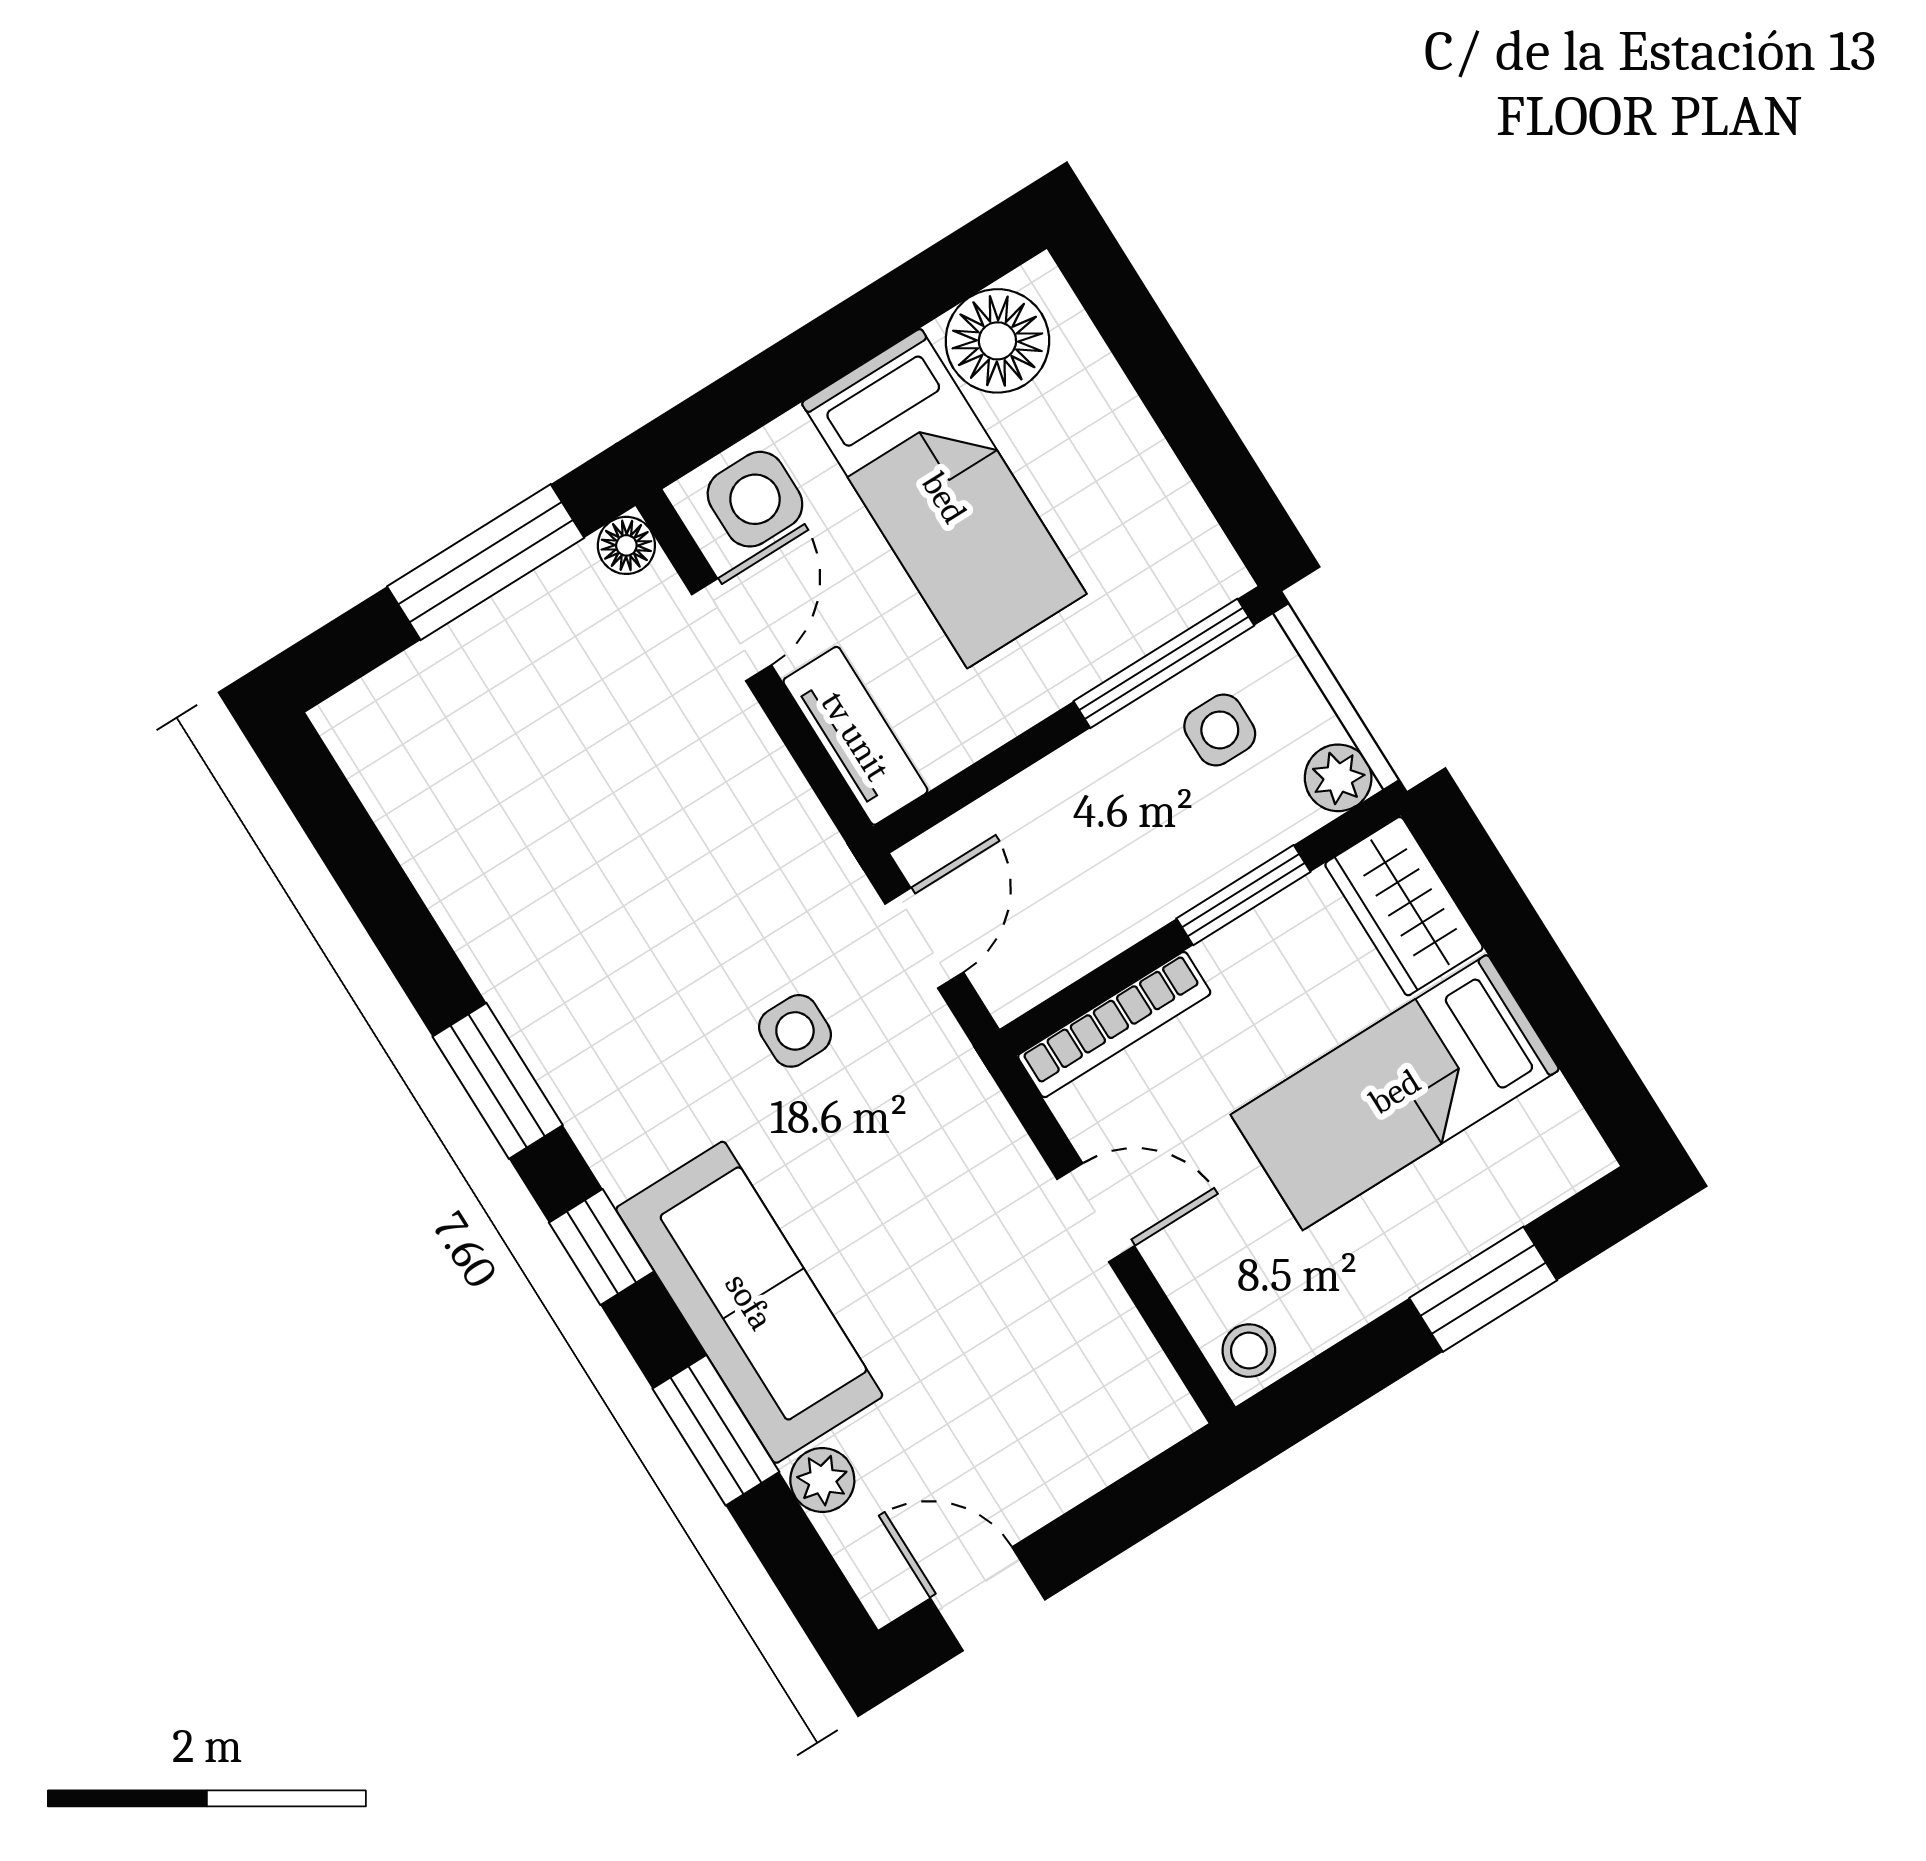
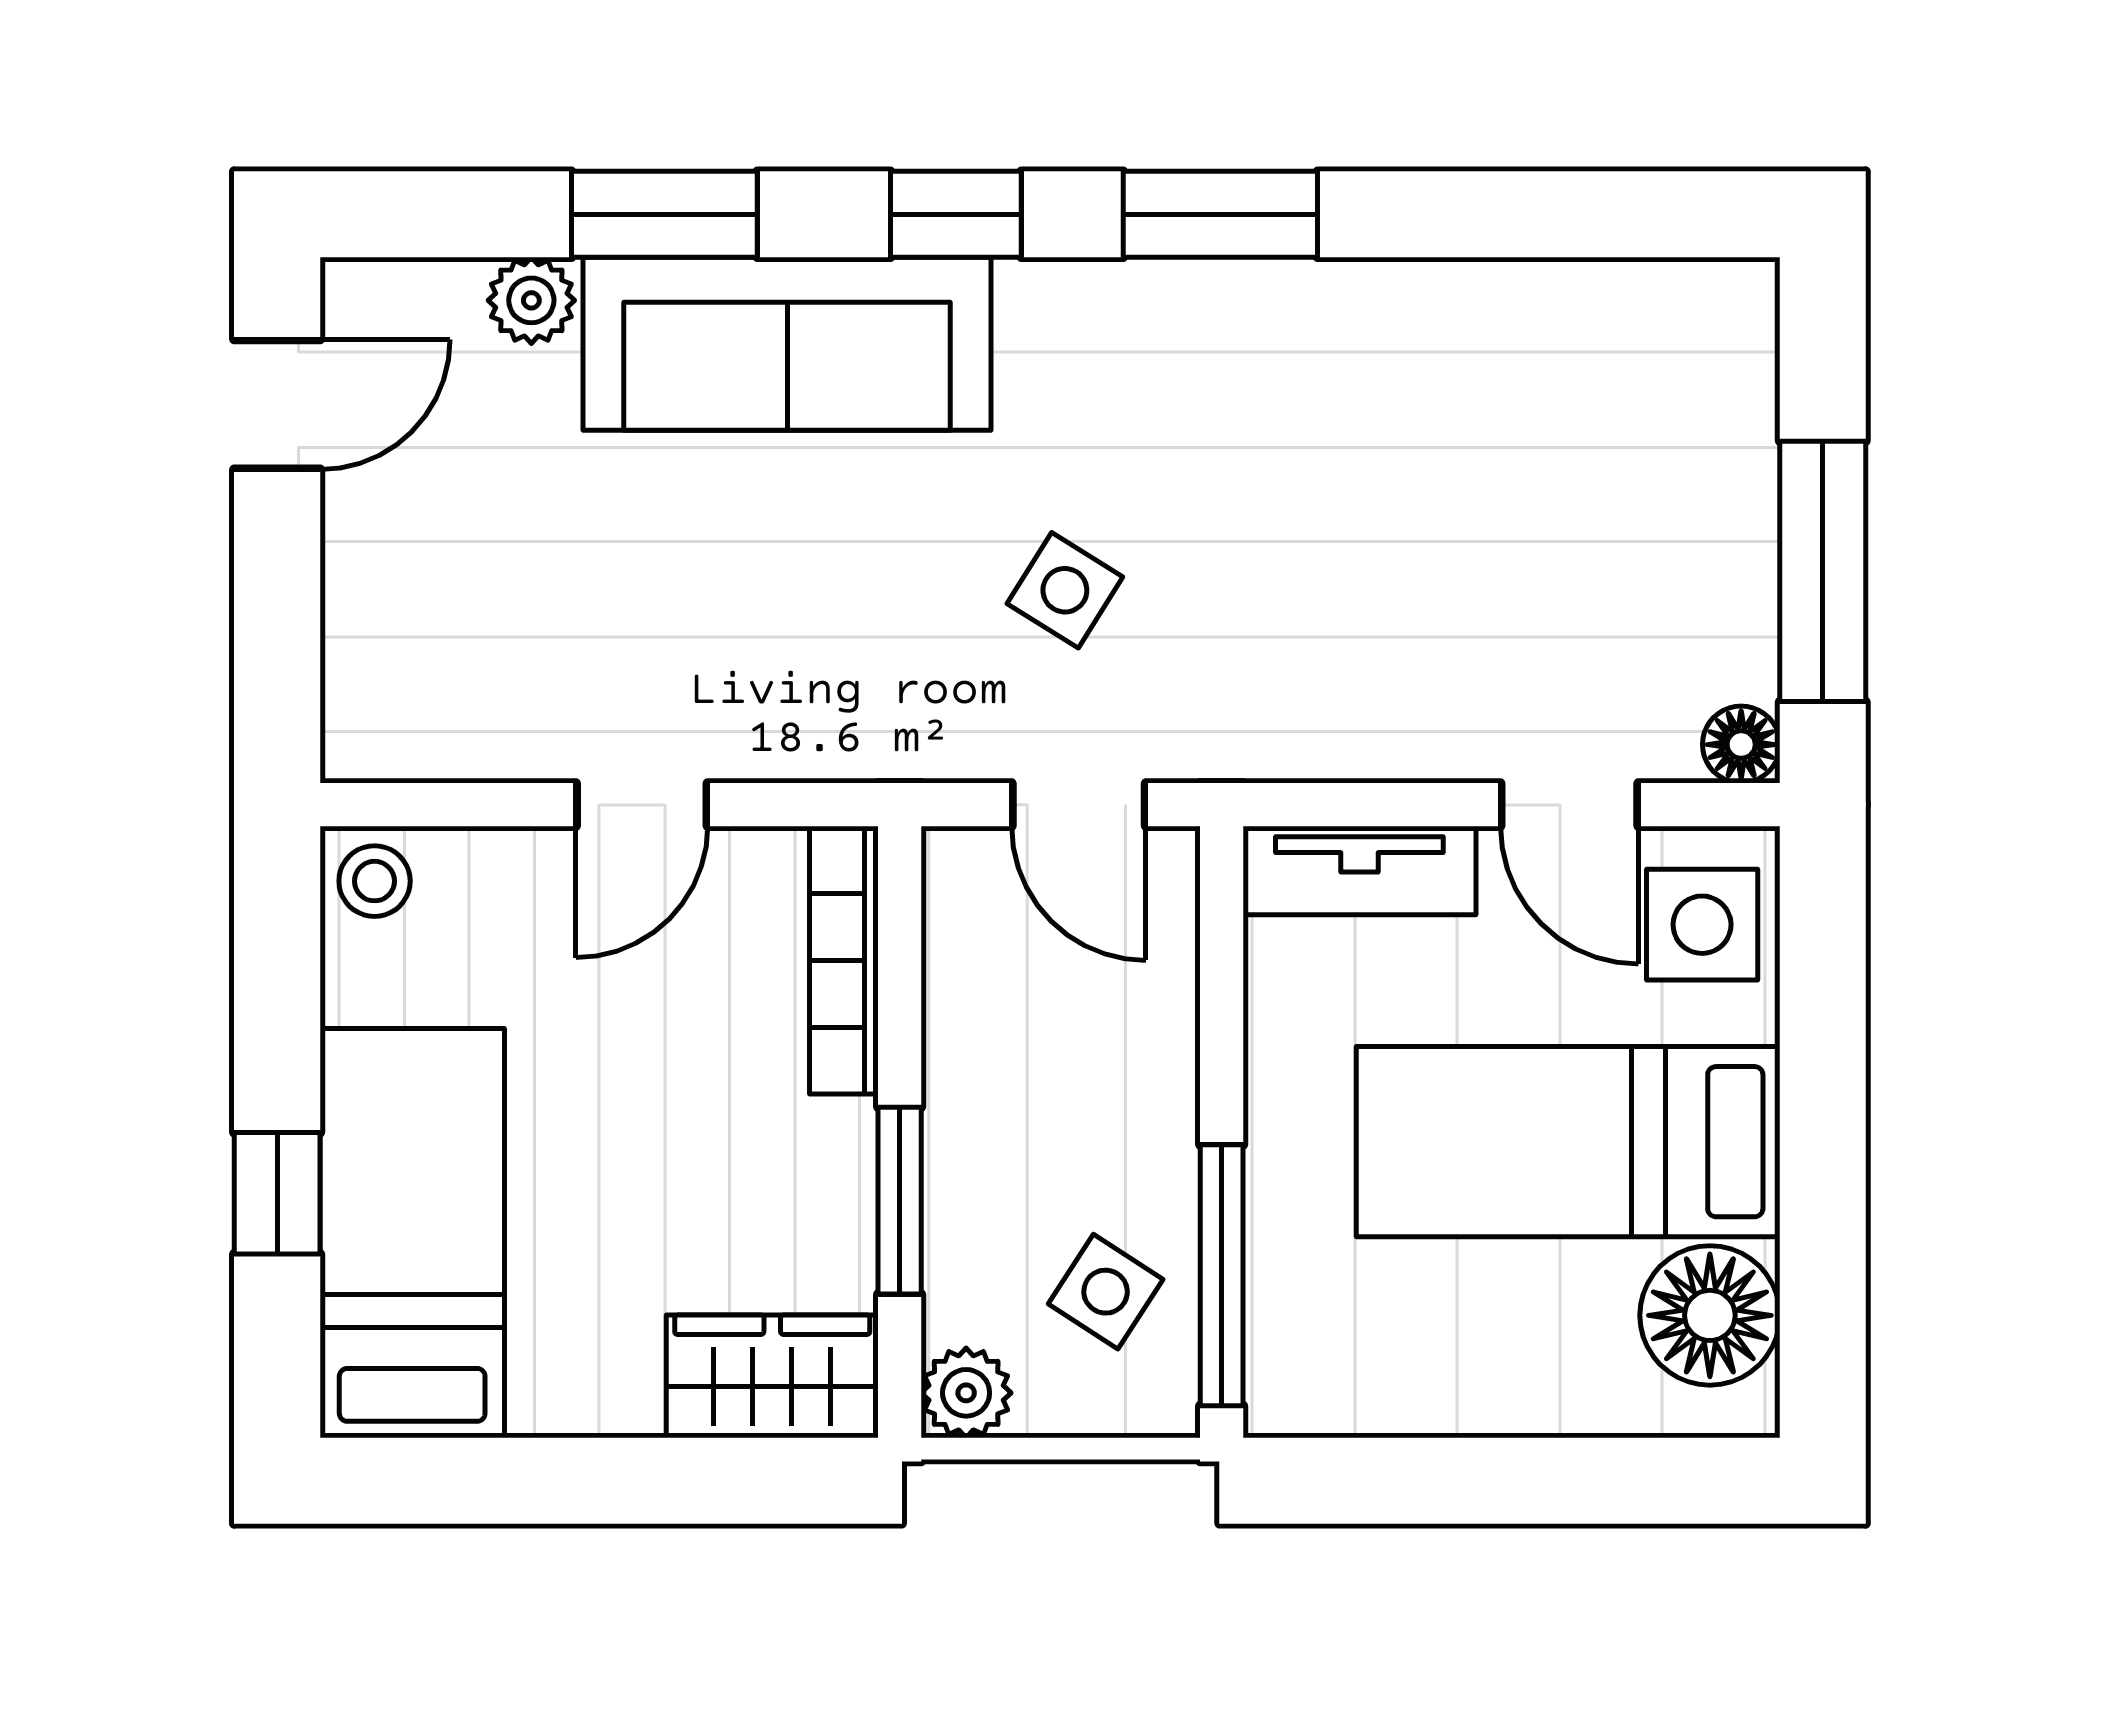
side table: (1220, 730) -> (1106, 1292), turned 33
side table: (795, 1031) -> (1065, 590), turned 32
bed: (1395, 1092) -> (412, 1233), moved
window: (1483, 1289) -> (277, 1193), width x0.67

